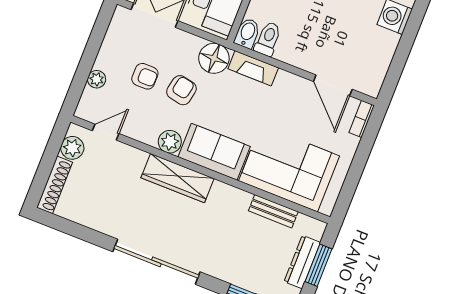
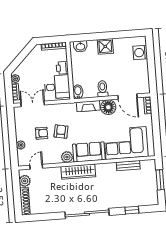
toilet: (268, 39) -> (102, 89), moved
floor lamp: (214, 58) -> (108, 107), moved
dresser: (302, 262) -> (152, 182), removed

